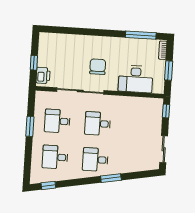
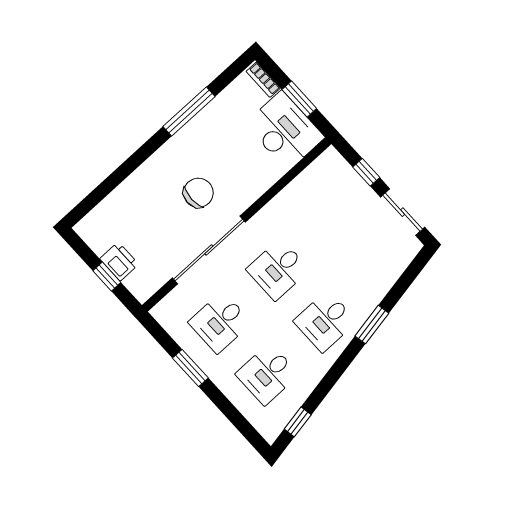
window: (141, 35) -> (189, 111), moved
chair: (98, 67) -> (198, 193), turned 90
printer: (43, 75) -> (119, 261), moved
desk: (136, 79) -> (285, 131), moved, turned -90
window: (166, 111) -> (366, 172), moved

